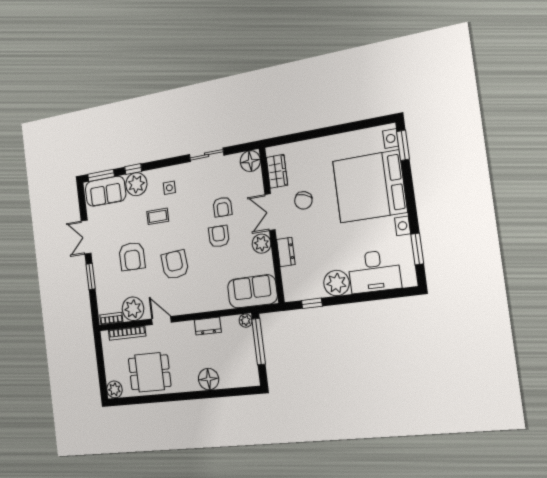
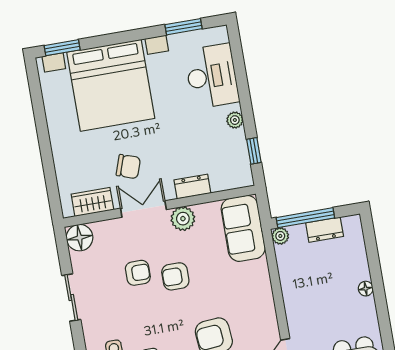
double door: (270, 212) -> (143, 209), swing flipped
plant: (336, 283) -> (235, 120), width x0.53, depth x0.53
dresser: (208, 326) -> (325, 230), moved, turned 90
floor lamp: (209, 379) -> (366, 289), width x0.53, depth x0.53

